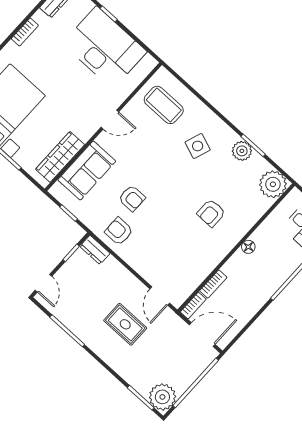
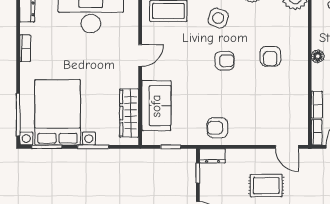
armchair: (132, 198) -> (224, 61), moved
rug: (125, 324) -> (266, 186), moved

